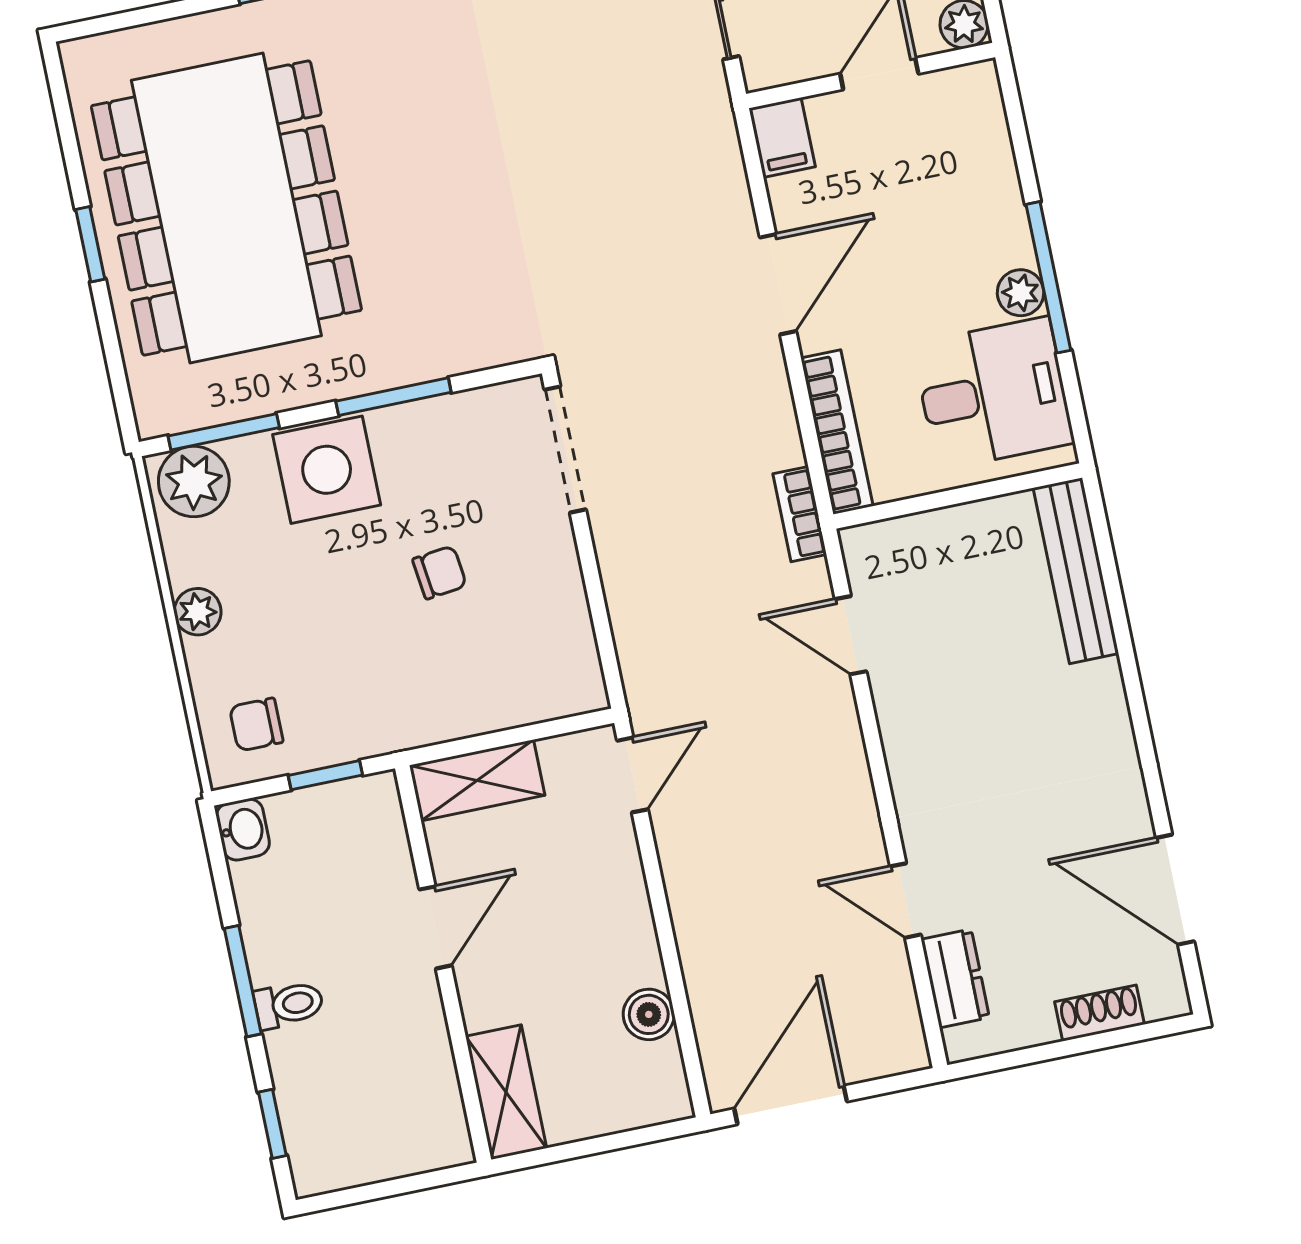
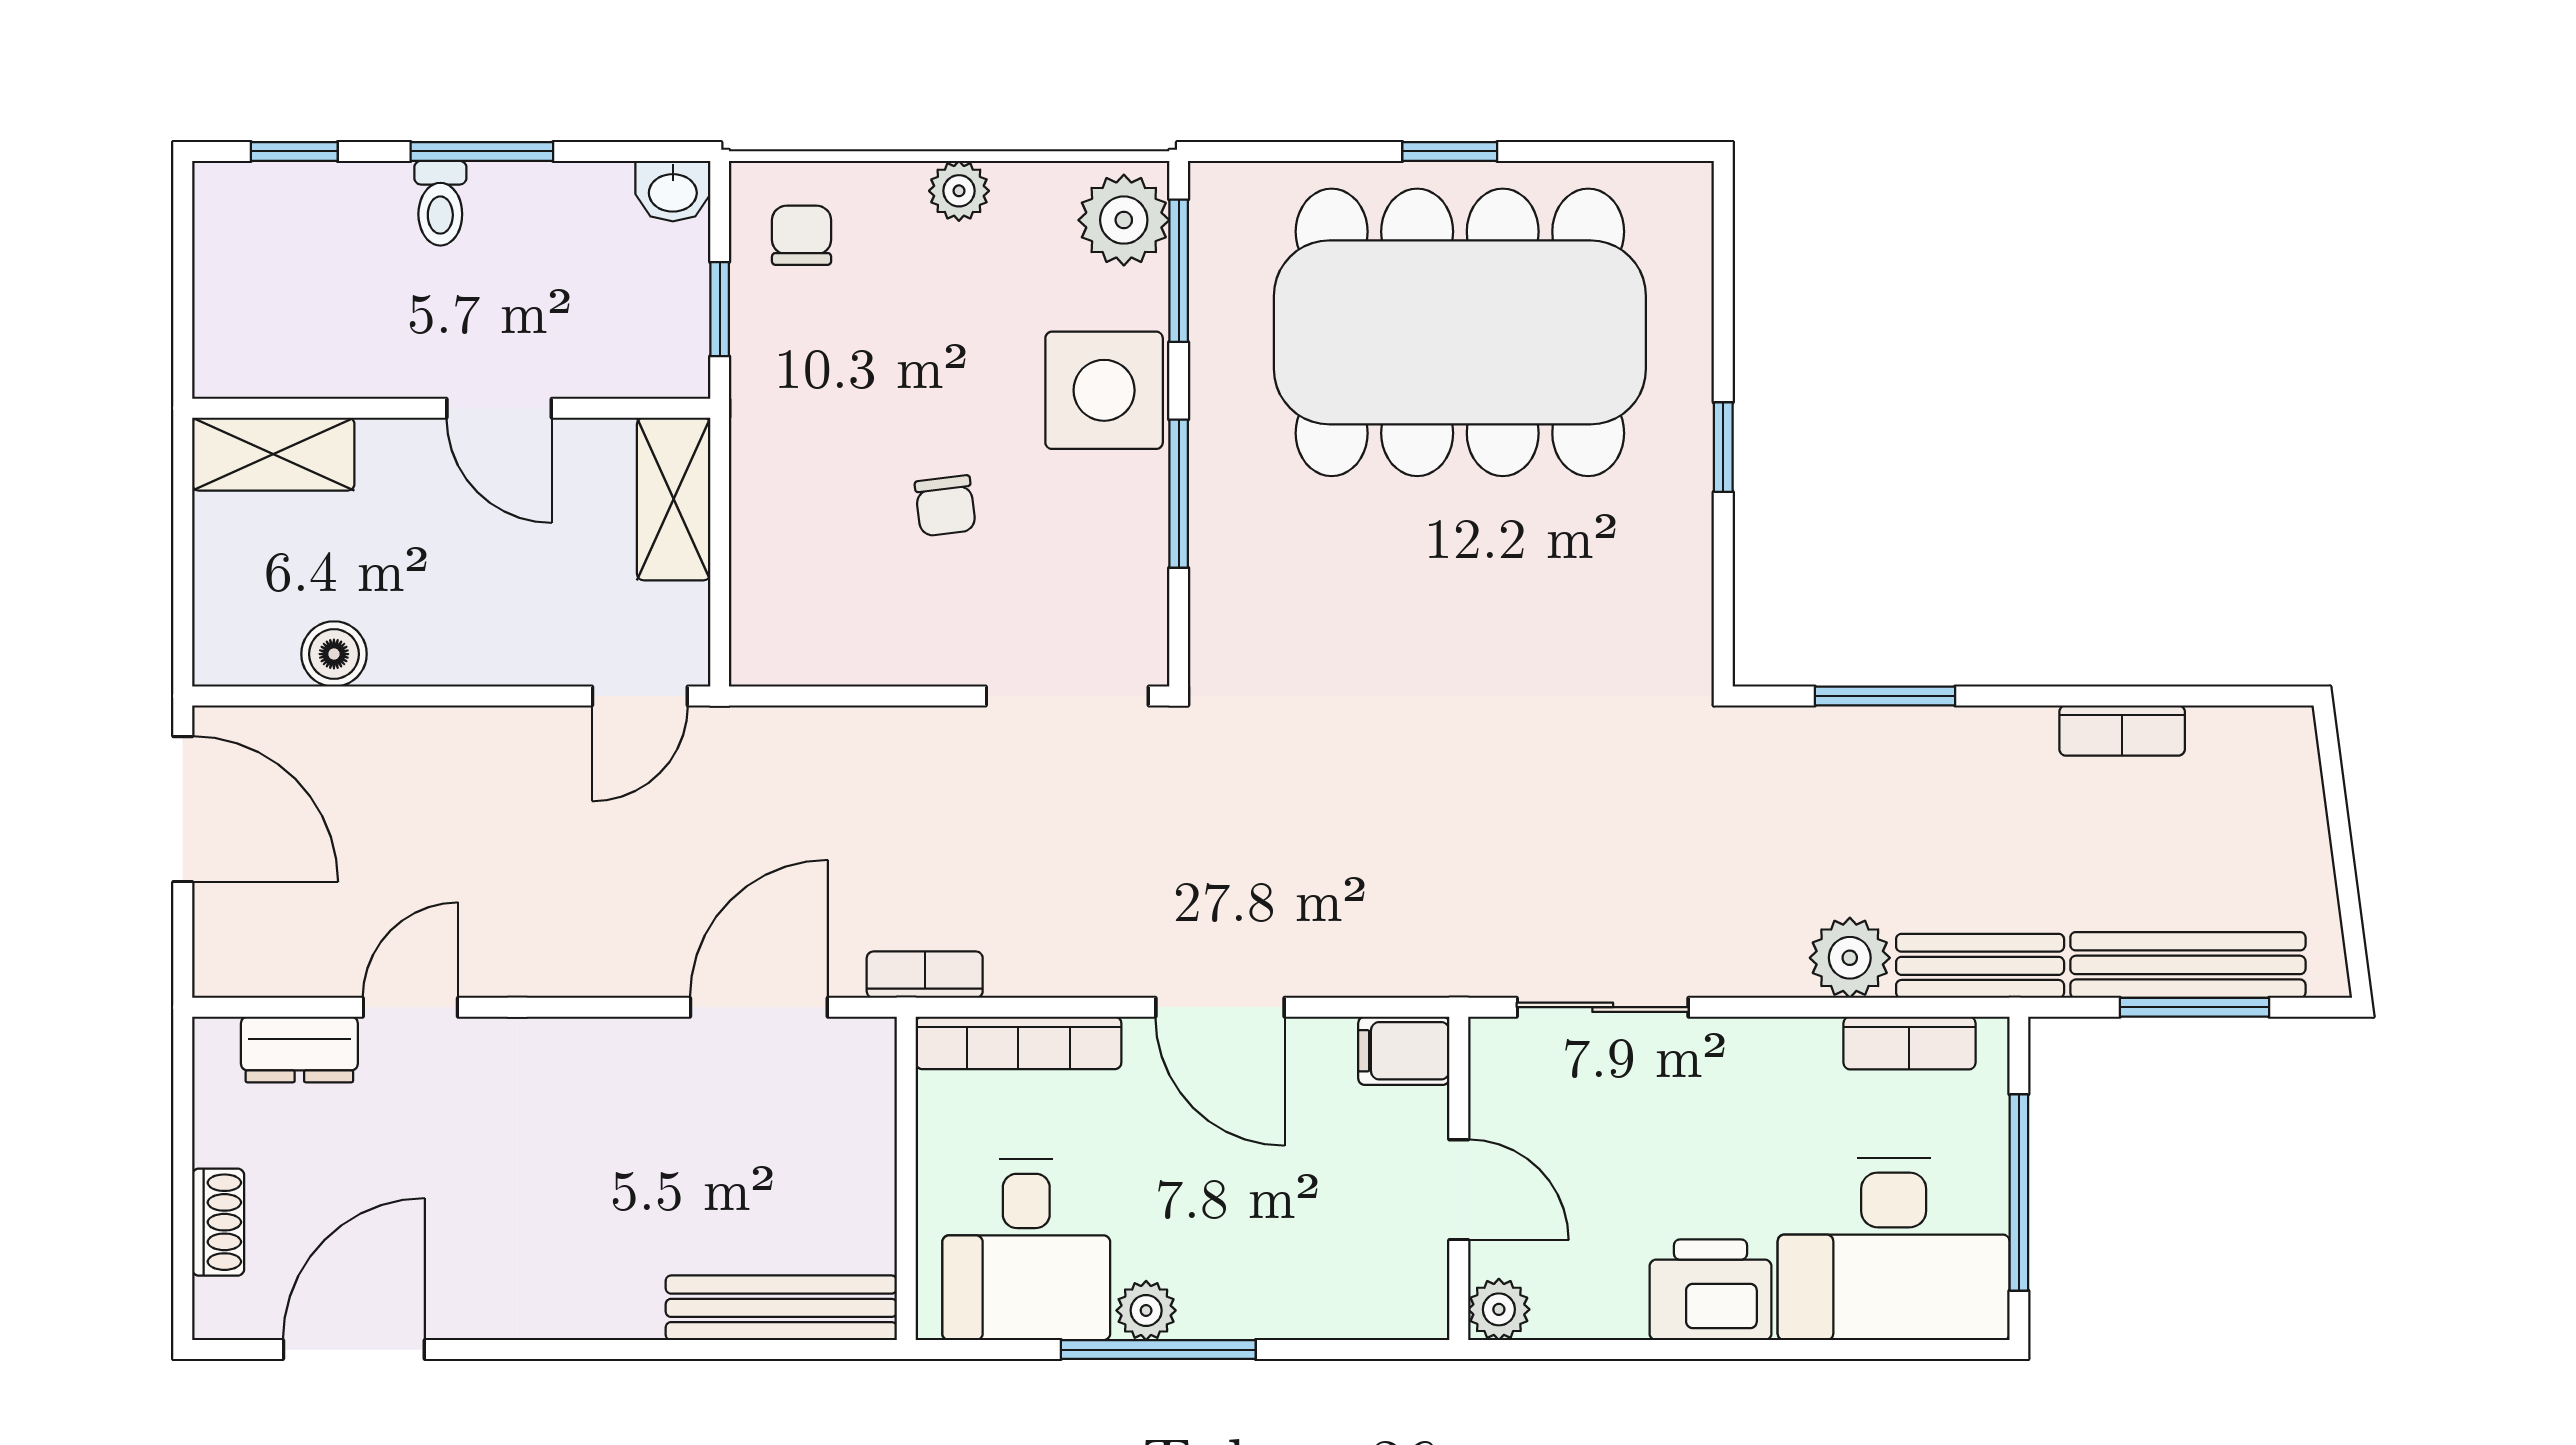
door: (851, 635) -> (759, 1007), width x1.37
door: (633, 775) -> (640, 696), hinge flipped

